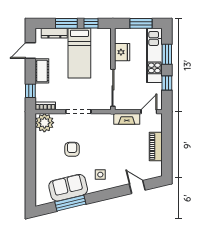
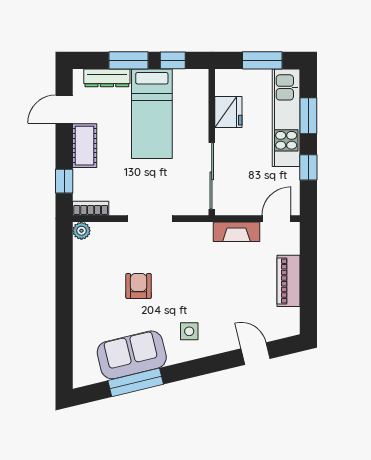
plant: (44, 123) -> (81, 231), width x0.53, depth x0.53

